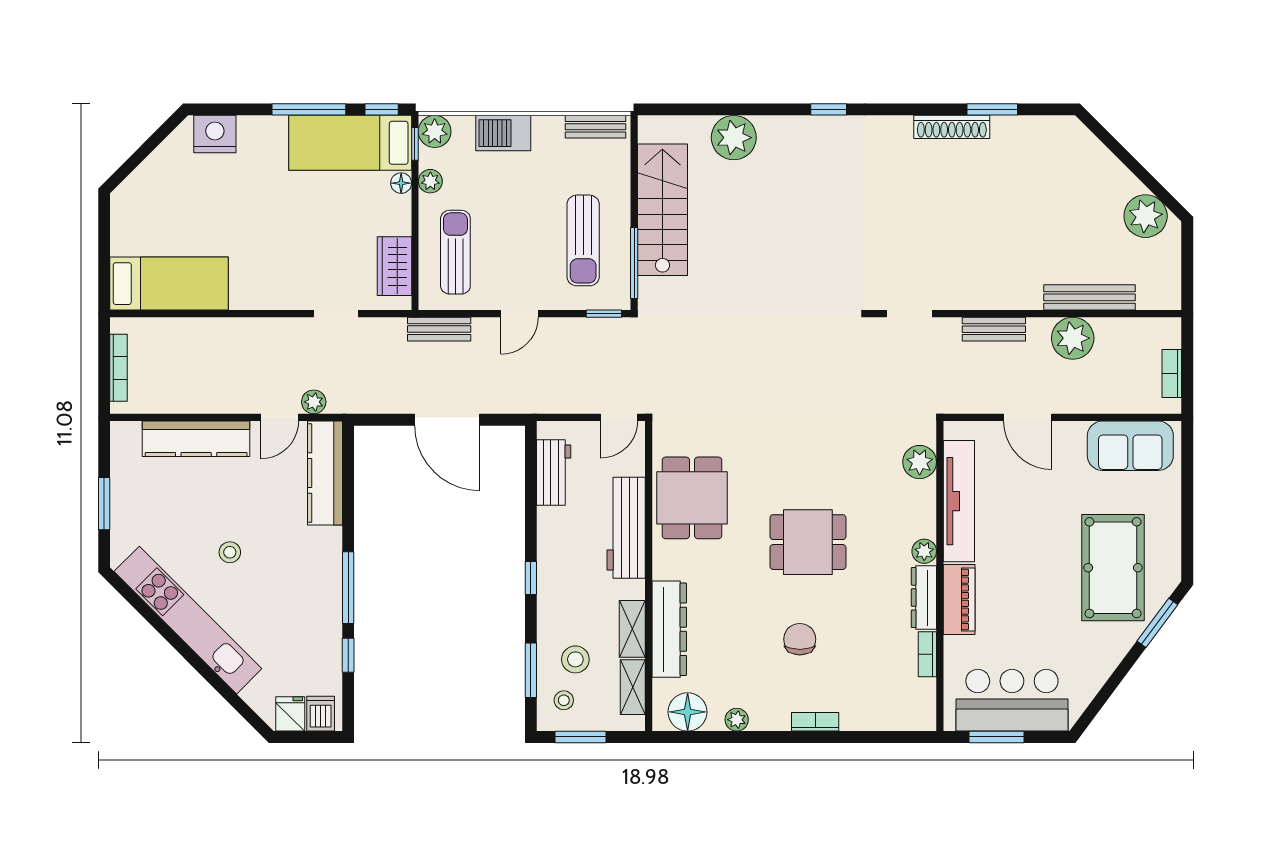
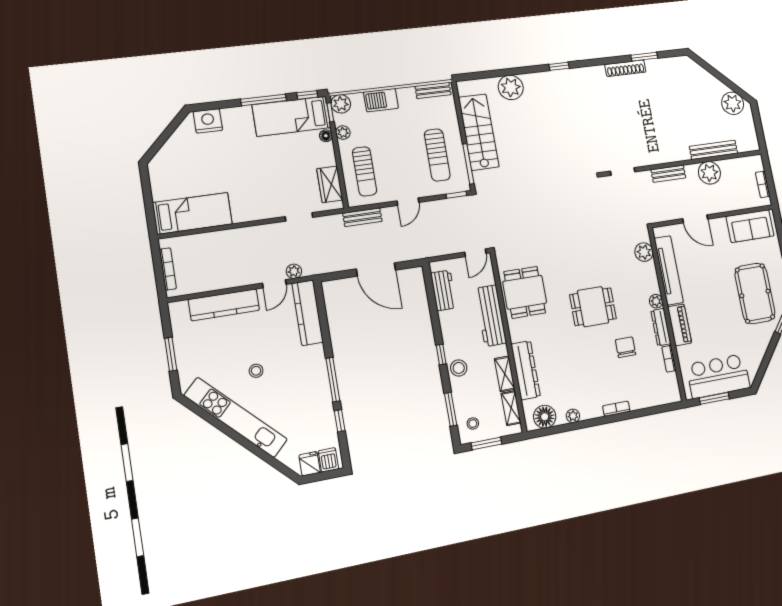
sun lounger: (455, 252) -> (365, 171), turned 180
chair: (800, 639) -> (625, 347), moved
stool: (575, 659) -> (459, 368), moved

